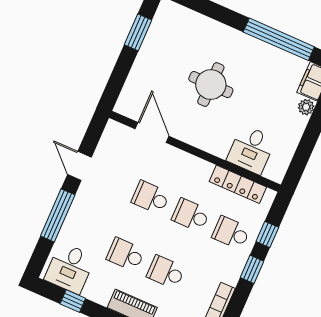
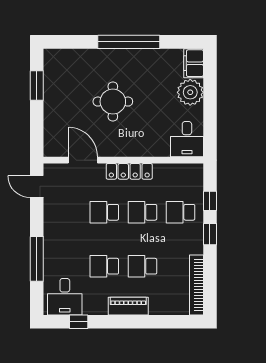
window: (279, 39) -> (129, 42), moved
plant: (306, 107) -> (190, 92), width x1.87, depth x1.87
desk: (251, 150) -> (187, 139), moved
door: (79, 166) -> (37, 187), moved
locker: (238, 184) -> (129, 171), moved

